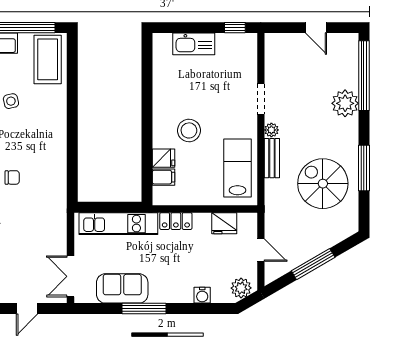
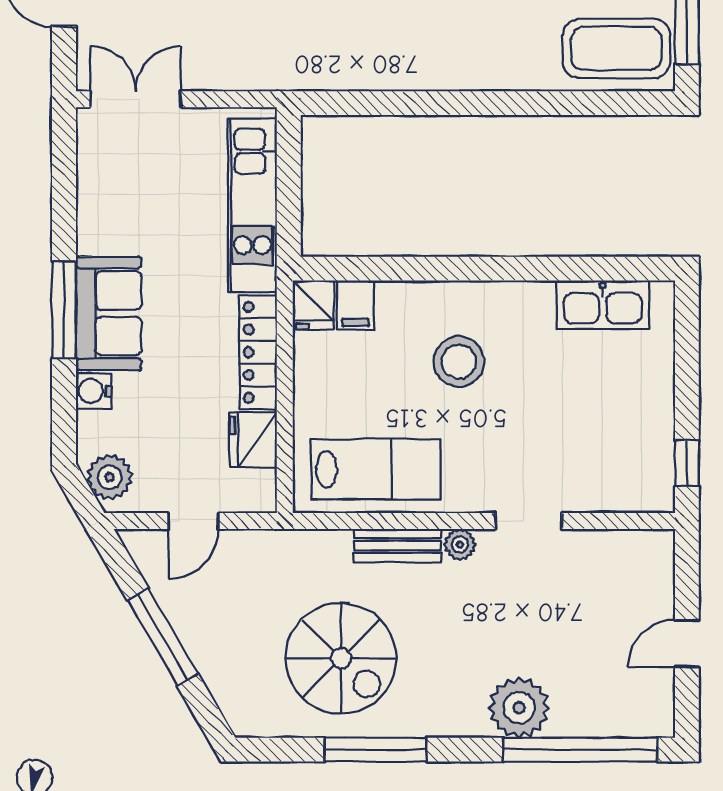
kitchen sink: (194, 44) -> (603, 305), moved, turned -90
fridge: (163, 158) -> (313, 305), moved
spiral stairs: (323, 184) -> (341, 658), turned 90
locker: (176, 221) -> (258, 352), width x1.53
sofa: (122, 288) -> (109, 313), moved
window: (144, 309) -> (64, 310), moved

